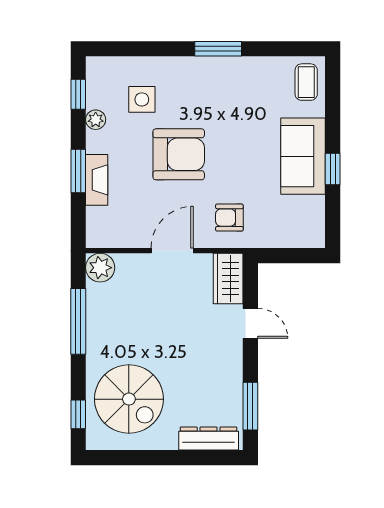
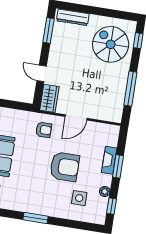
armchair: (179, 154) -> (65, 167), turned 180
plant: (100, 268) -> (115, 115), removed

